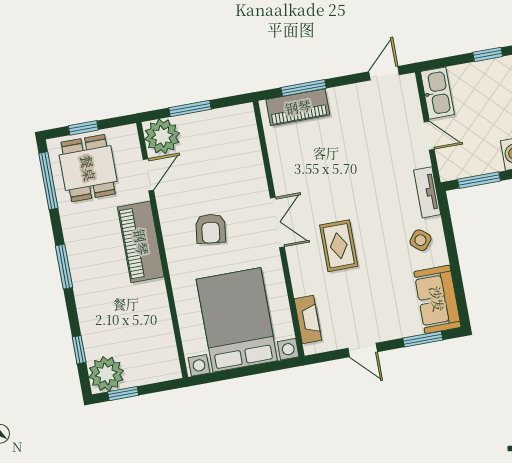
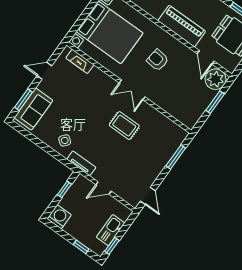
kitchen sink: (437, 93) -> (111, 230), moved, turned 90
piano: (298, 107) -> (170, 146), removed
window: (479, 180) -> (64, 189), width x0.67
rug: (339, 246) -> (124, 126), moved
sofa: (437, 299) -> (33, 109), moved, turned 90

